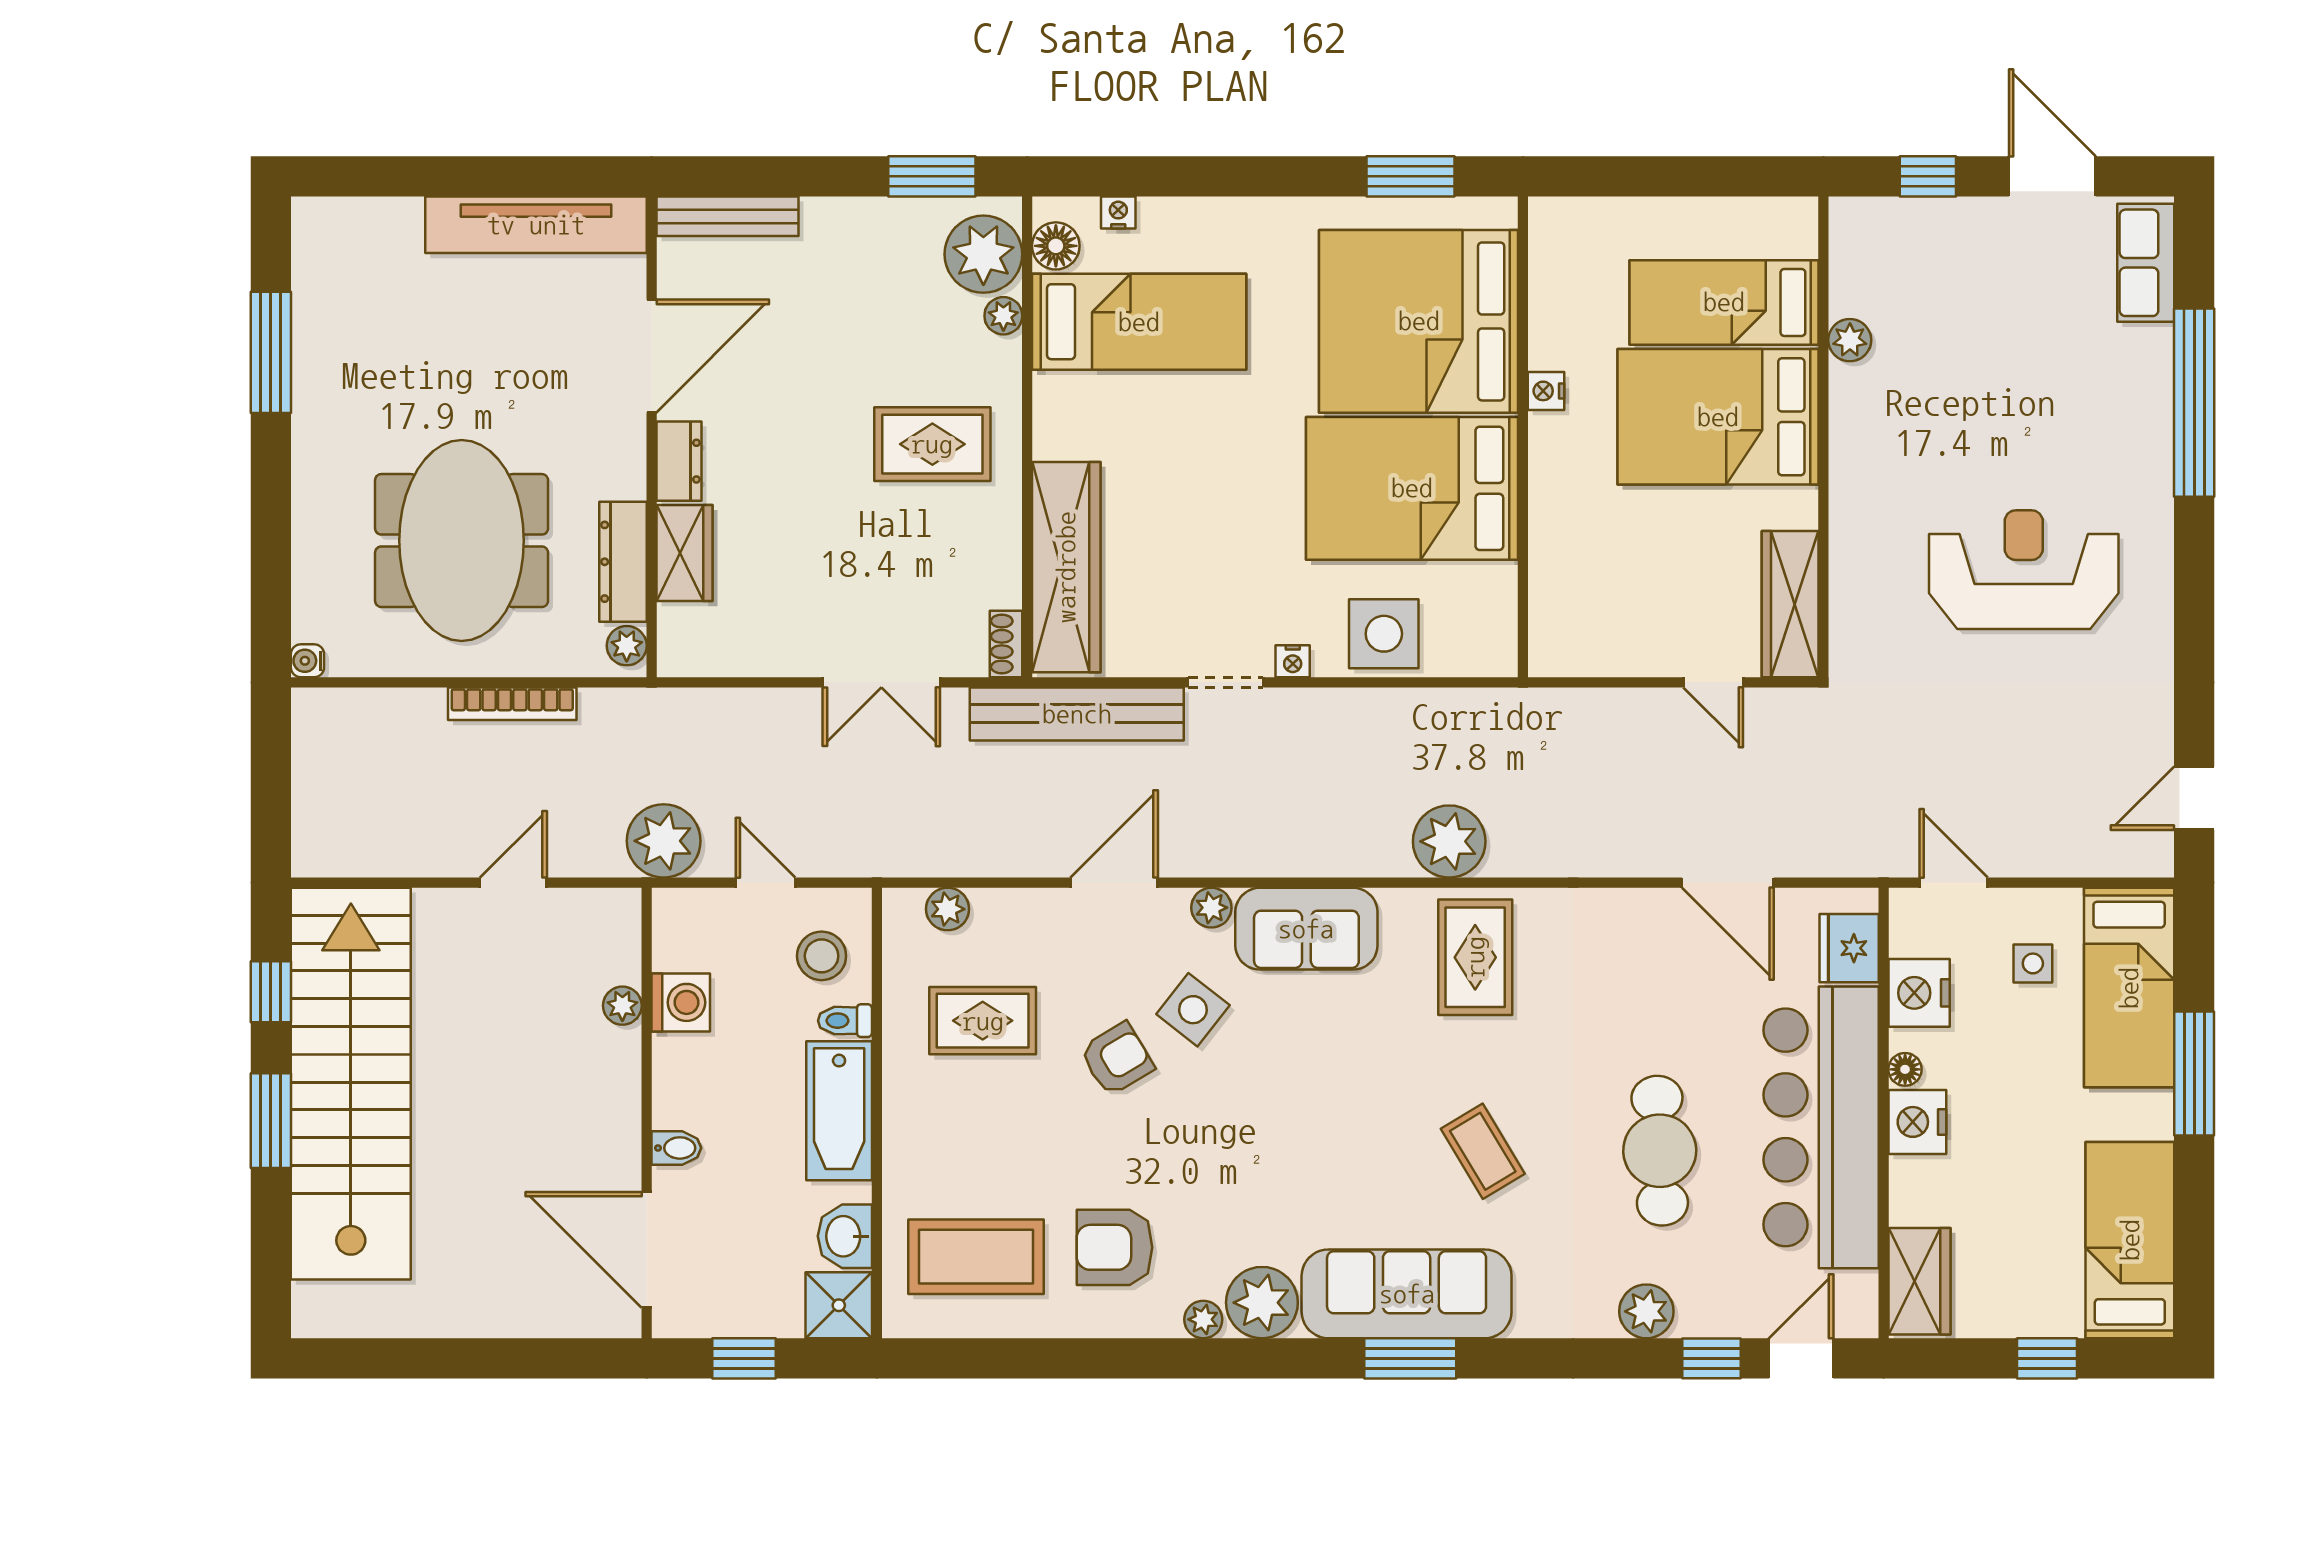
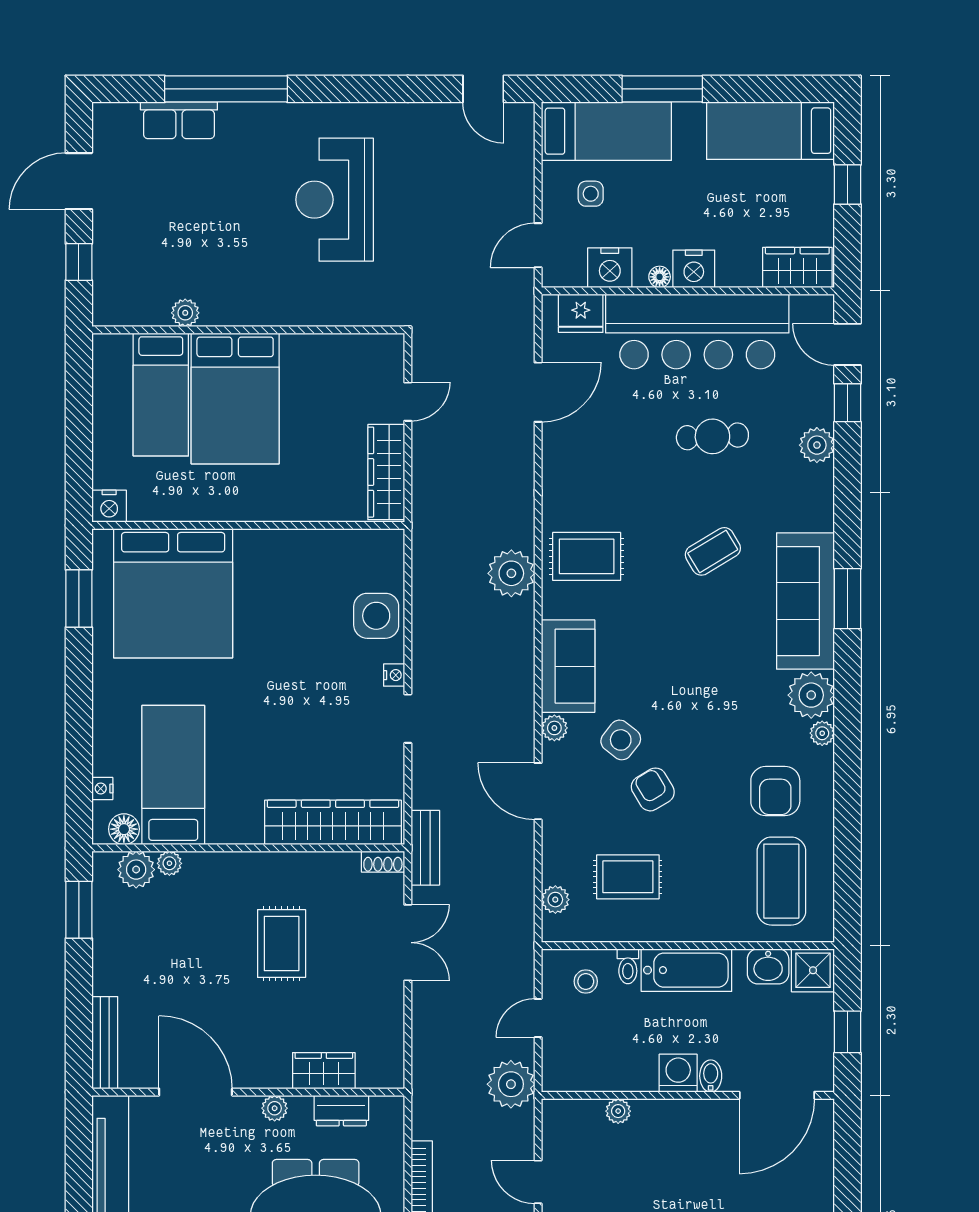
plant: (983, 254) -> (136, 870), width x0.73, depth x0.73
row of seats: (2146, 263) -> (179, 120), moved
nightstand: (1546, 391) -> (109, 506), moved, width x1.39, depth x1.35
rug: (932, 444) -> (282, 943), moved
dresser: (679, 461) -> (264, 1074), removed
bed: (1412, 488) -> (282, 597), removed
dresser: (623, 562) -> (341, 1111), width x0.70
wardrobe: (1790, 604) -> (386, 472), moved, turned 90
plant: (627, 646) -> (275, 1108), moved
bench: (1077, 714) -> (425, 848), width x0.54, depth x0.82
stool: (822, 956) -> (586, 981), width x0.73, depth x0.73
washing machine: (681, 1002) -> (678, 1073), moved
rug: (983, 1021) -> (628, 877), turned 90
cafe table: (1660, 1151) -> (712, 436), width x0.73, depth x0.74

